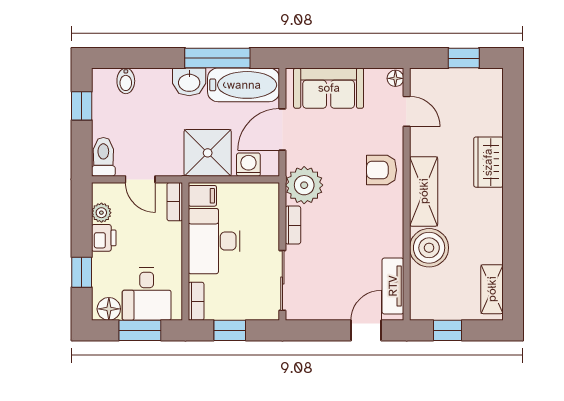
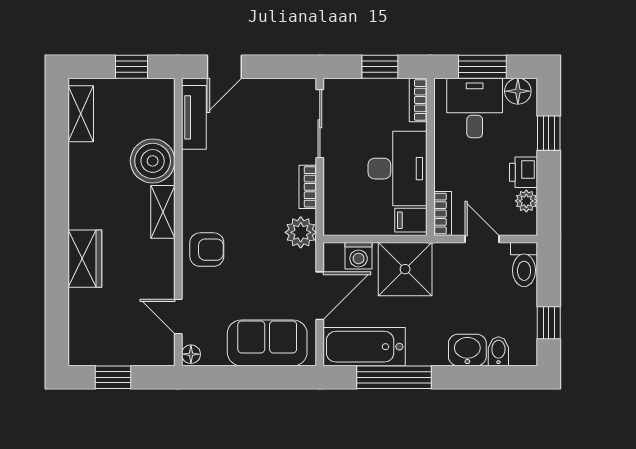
washbasin: (189, 82) -> (467, 350), moved
plant: (304, 185) -> (301, 232), width x0.73, depth x0.73
shelving: (424, 191) -> (163, 212), width x0.67, depth x0.75

